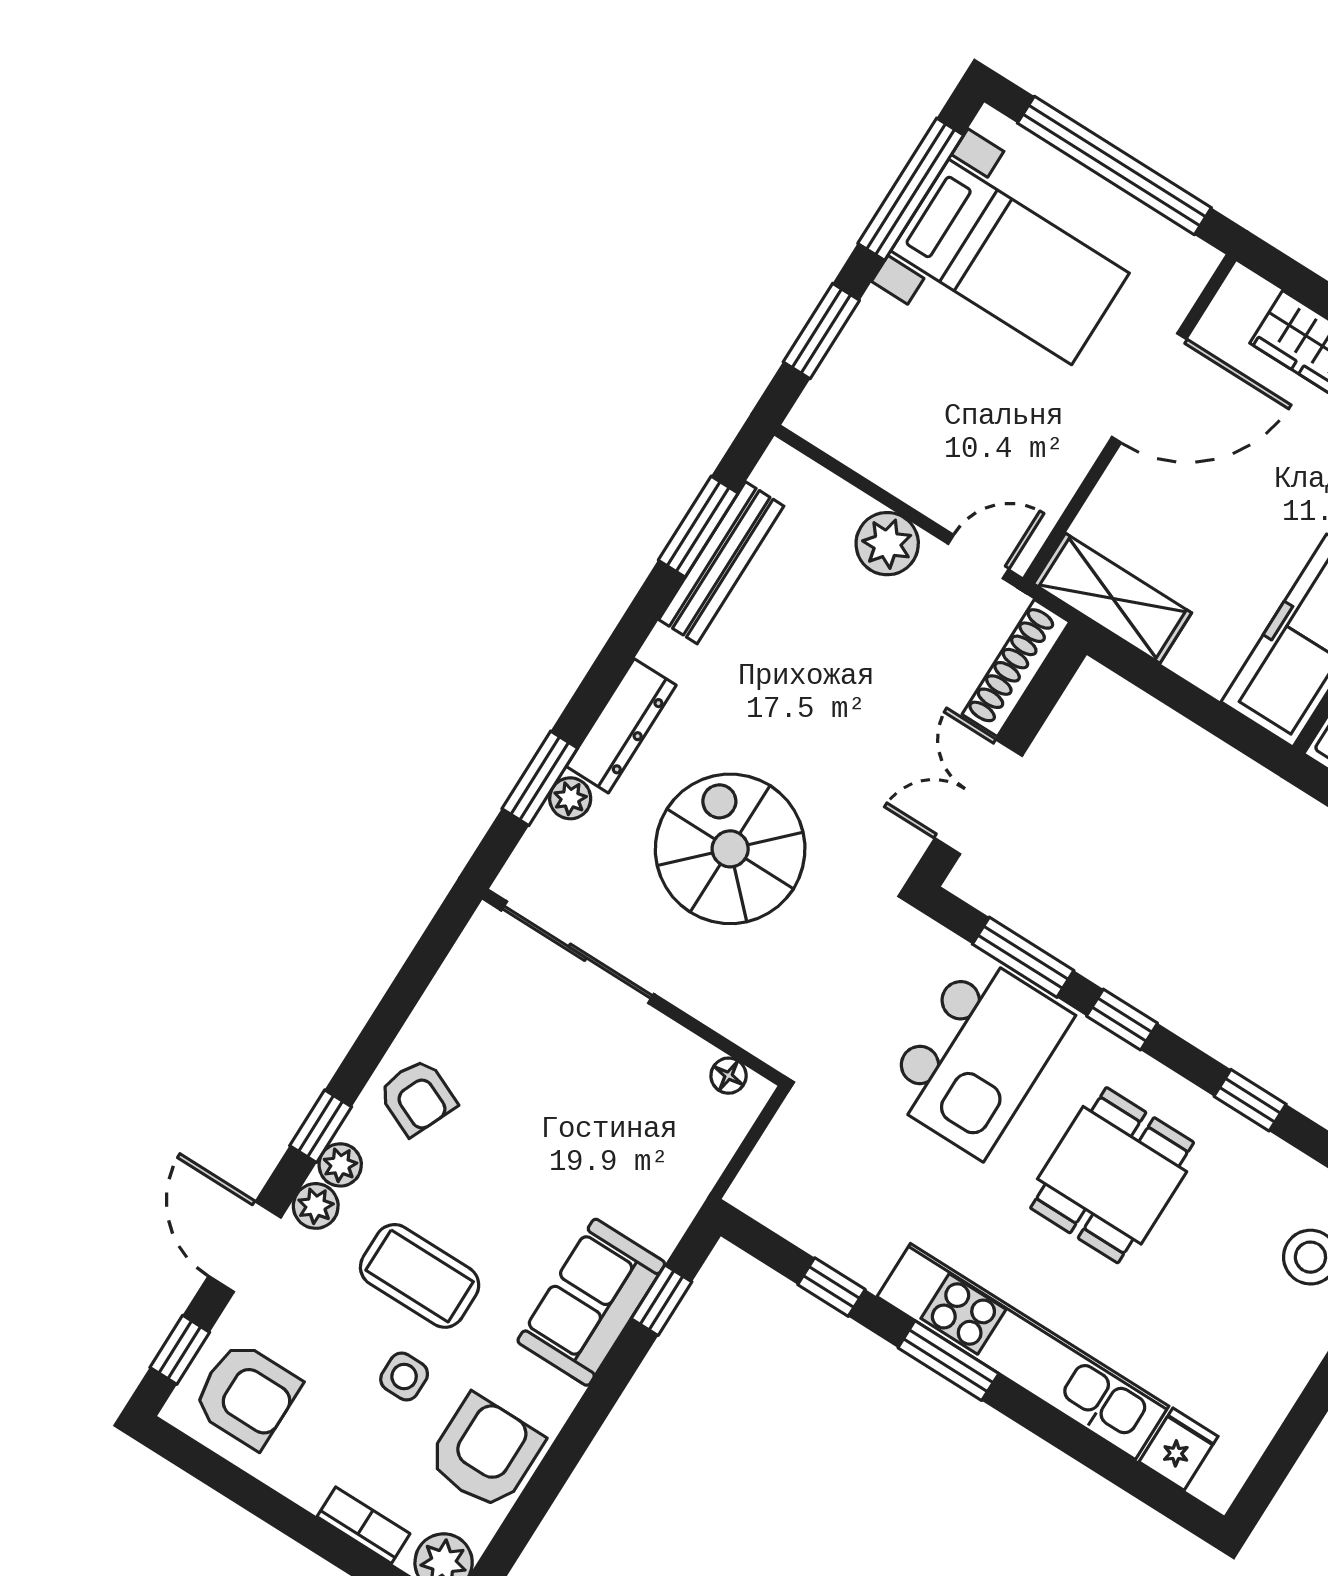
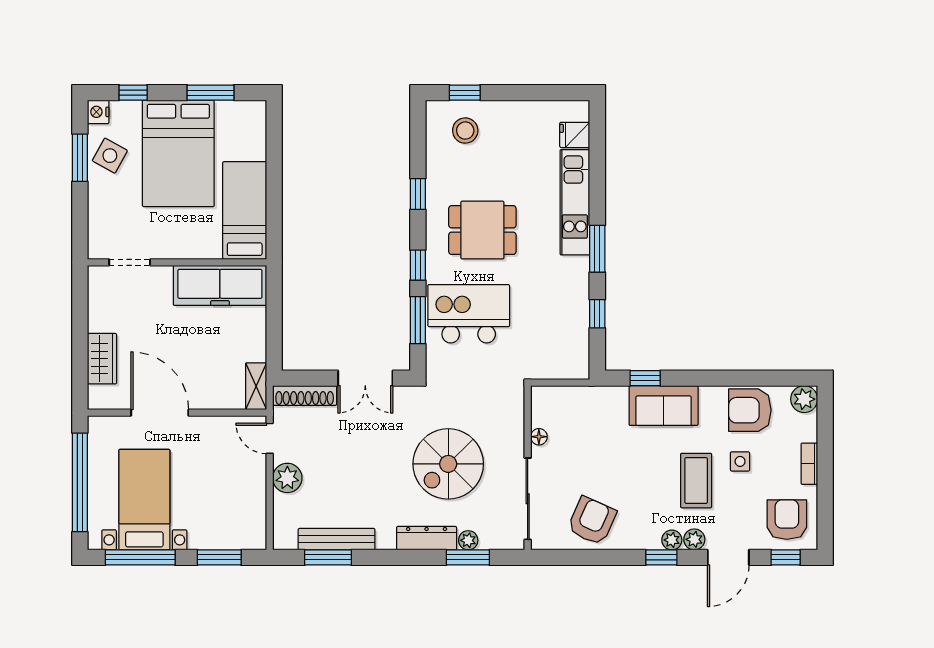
shelving: (1113, 598) -> (256, 386), width x0.67, depth x0.75
floor lamp: (729, 1076) -> (539, 437), moved
armchair: (417, 1097) -> (592, 521), moved, width x1.38, depth x1.38
kitchen unit: (1023, 1351) -> (575, 202), width x0.73
bookcase: (364, 1525) -> (809, 464), moved

